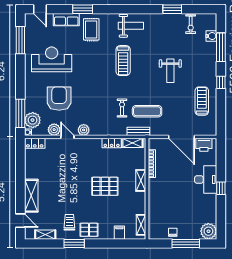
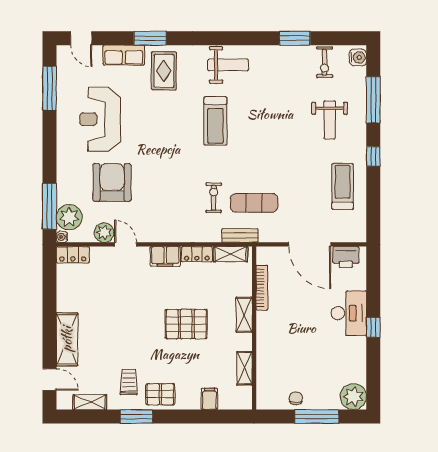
water cooler: (211, 36) -> (358, 57), moved
reception desk: (52, 59) -> (100, 119), turned -90
weight bench: (170, 71) -> (330, 120), moved
plant: (84, 130) -> (152, 233), removed
filing cabinet: (92, 144) -> (165, 256), added
shelving: (141, 225) -> (245, 368), moved

